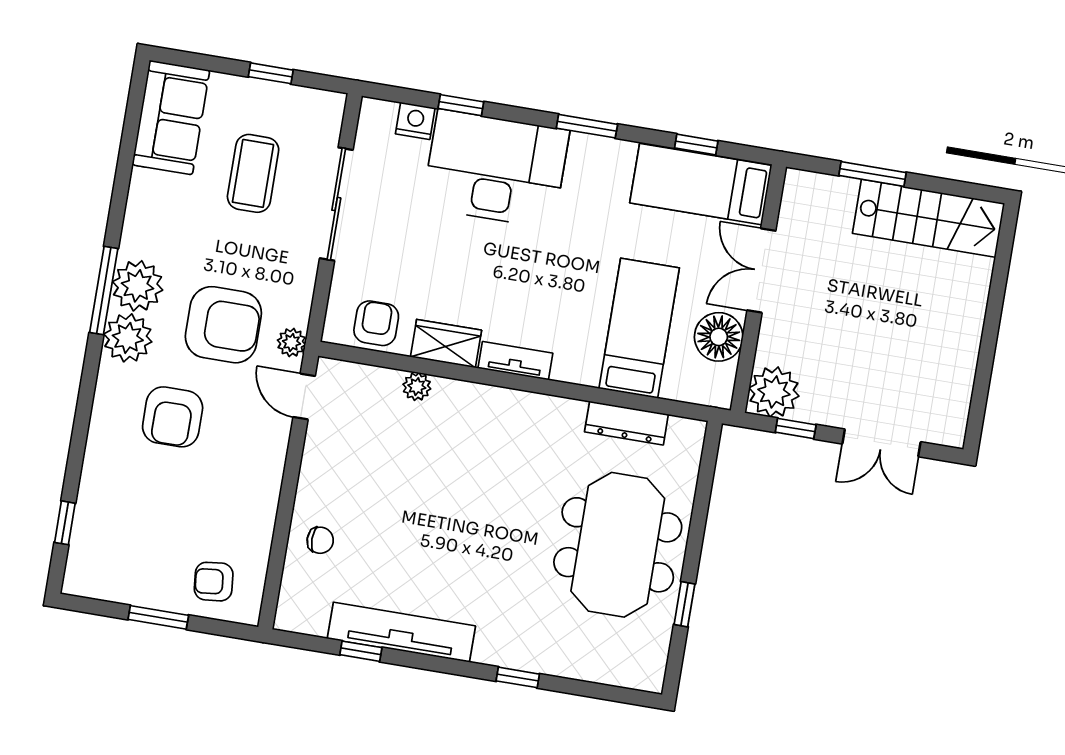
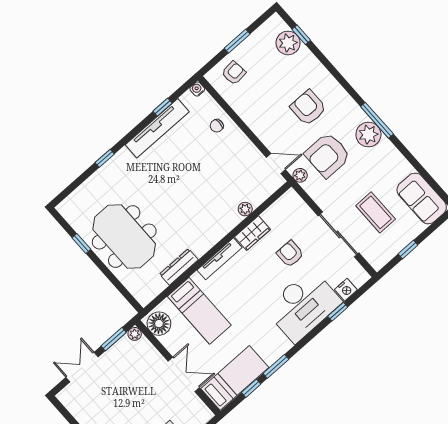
window: (587, 126) -> (276, 366), moved
armchair: (376, 323) -> (290, 254), moved, turned 180
floor lamp: (719, 337) -> (159, 324), moved
plant: (128, 338) -> (288, 43), moved
tv unit: (515, 361) -> (219, 259), width x1.41
plant: (774, 392) -> (135, 334), width x0.53, depth x0.53
dresser: (626, 423) -> (179, 267), moved
window: (796, 429) -> (114, 339), width x1.50
water cooler: (287, 619) -> (197, 89), added

